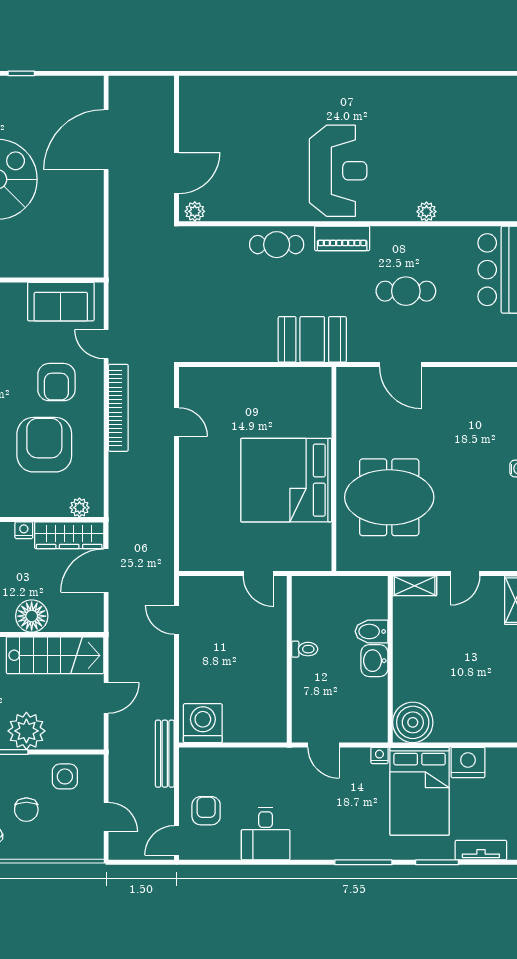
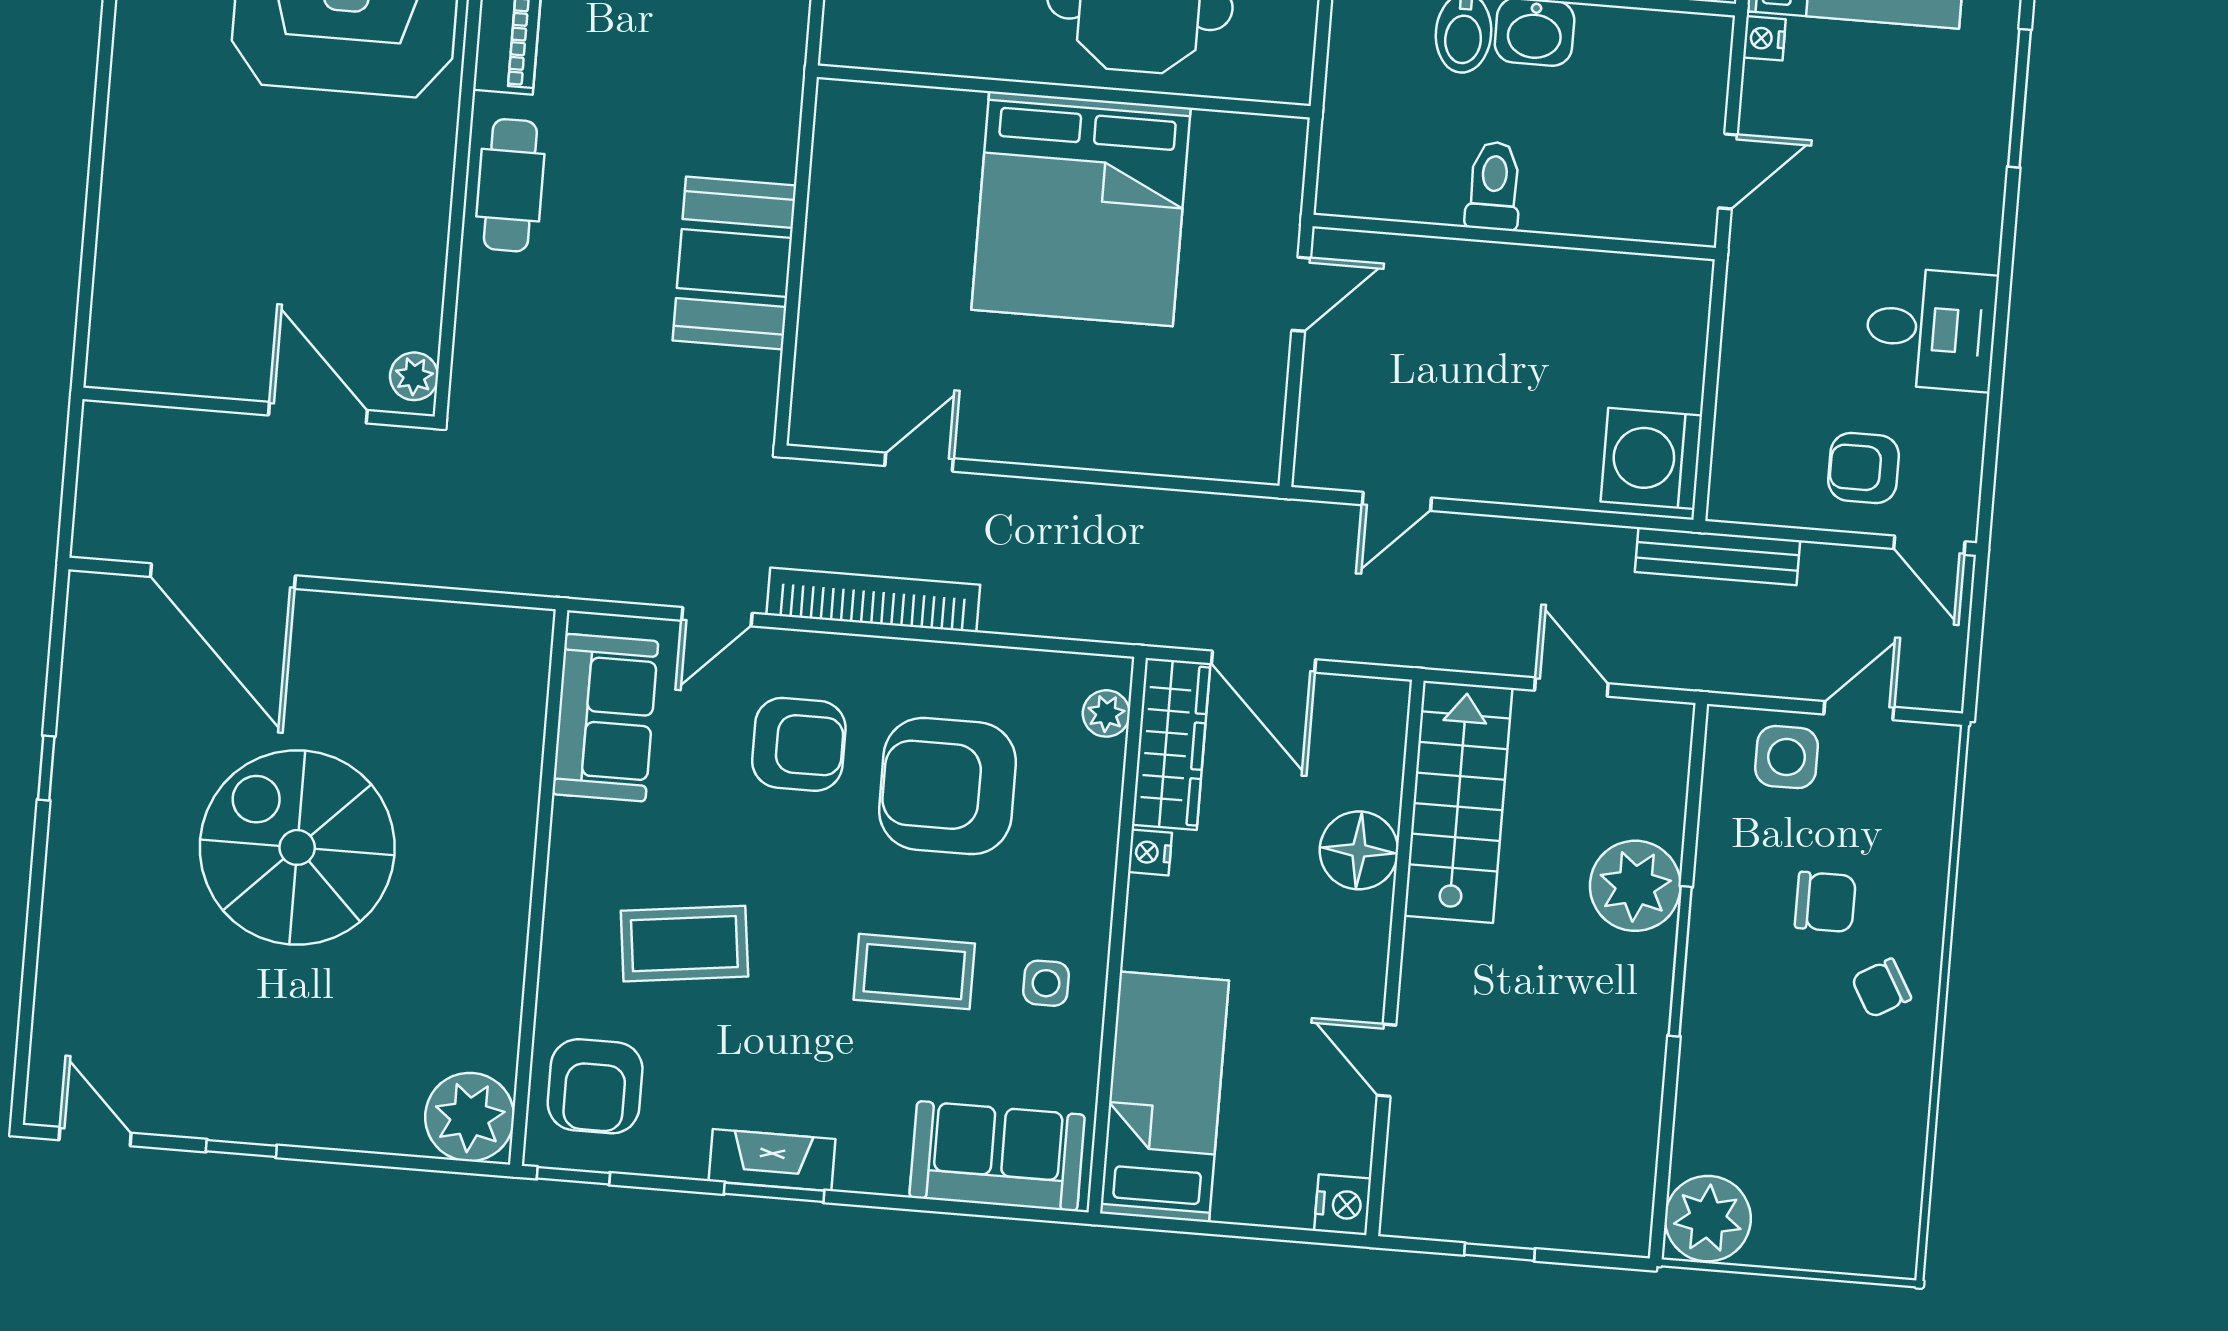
booth: (312, 339) -> (734, 263), moved
toilet: (305, 649) -> (1494, 186), width x1.37, depth x1.39
side table: (65, 776) -> (1787, 757), moved

